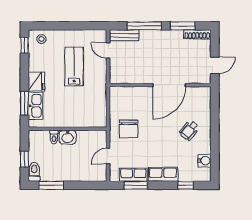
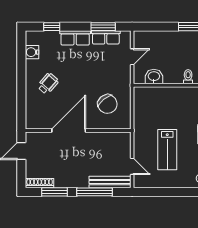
bench: (124, 35) -> (110, 182), width x1.36
chair: (129, 129) -> (107, 104), moved, turned 141
washbasin: (68, 137) -> (154, 77), moved

